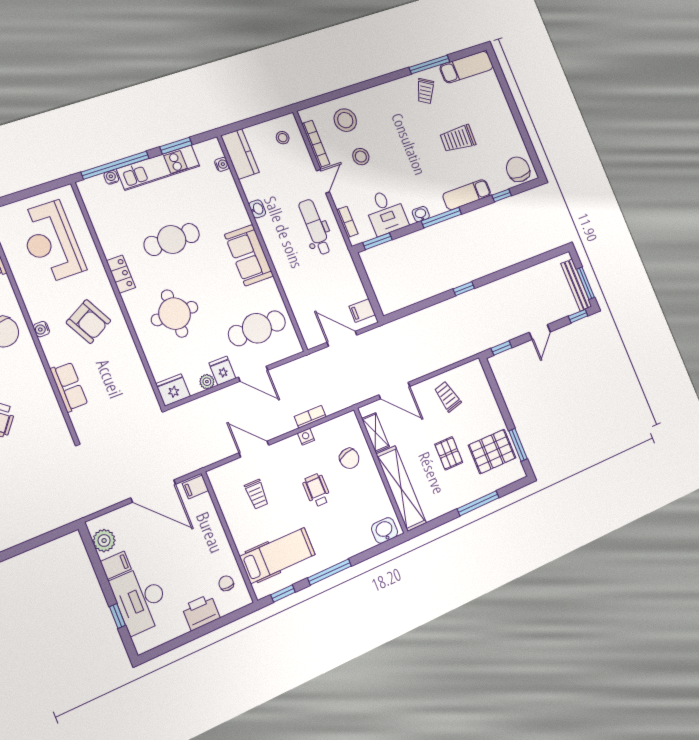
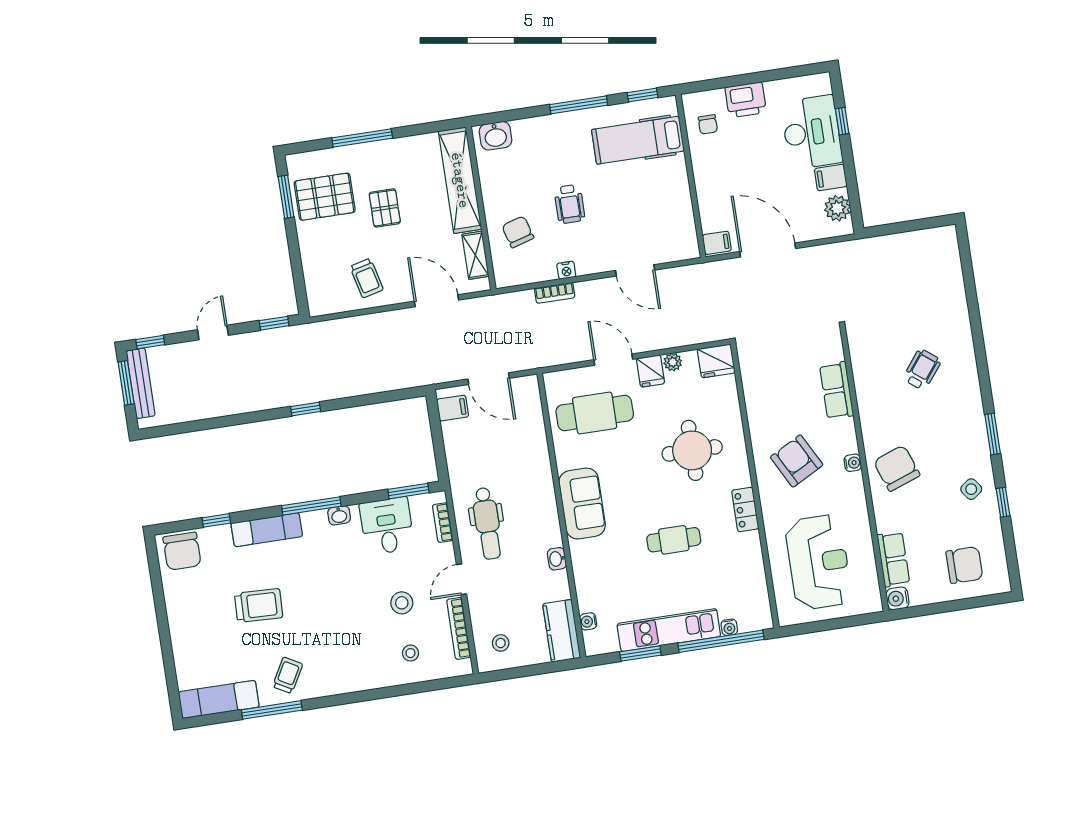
stool: (345, 120) -> (410, 653), width x0.53, depth x0.53
cafe table: (172, 239) -> (674, 540), width x0.73, depth x0.74
trolley: (257, 494) -> (645, 217), removed

